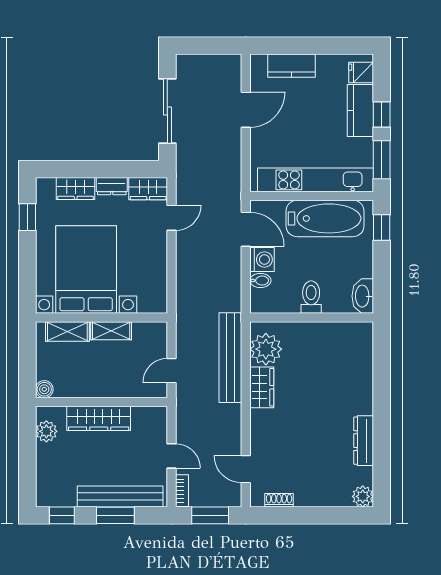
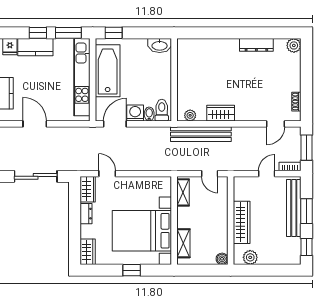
wardrobe: (76, 189) -> (88, 252), moved
window: (27, 217) -> (132, 270), moved
toilet: (311, 297) -> (162, 110), moved, turned 90
shelving: (111, 331) -> (183, 192), moved
plant: (266, 349) -> (190, 115), width x0.53, depth x0.53

